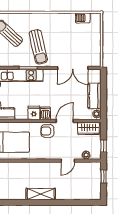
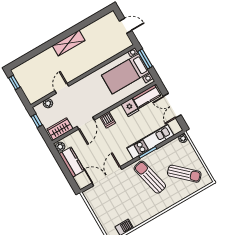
fridge: (34, 113) -> (130, 107), moved
armchair: (47, 131) -> (96, 105), removed
window: (104, 176) -> (14, 82), moved

